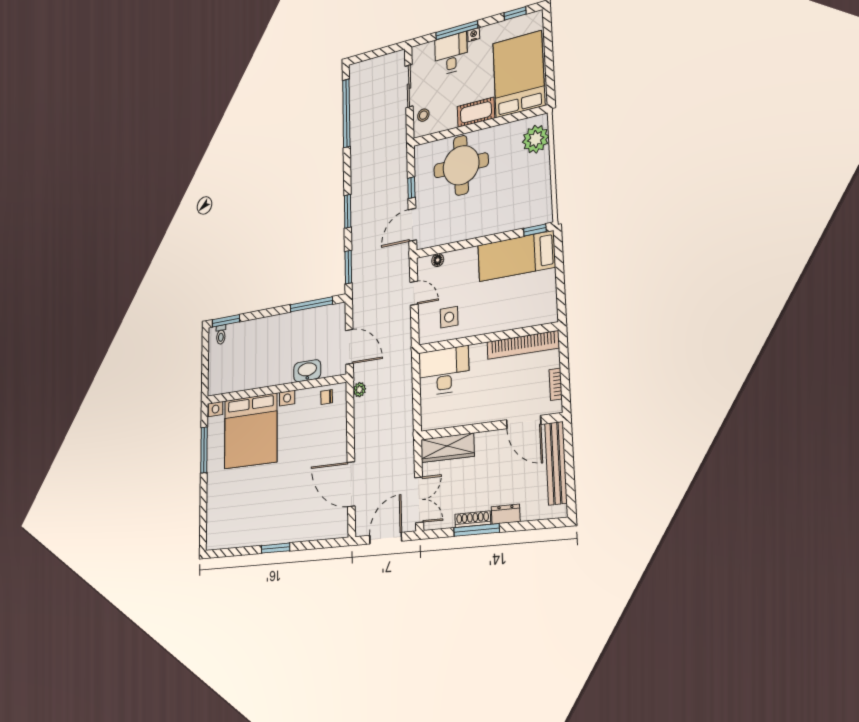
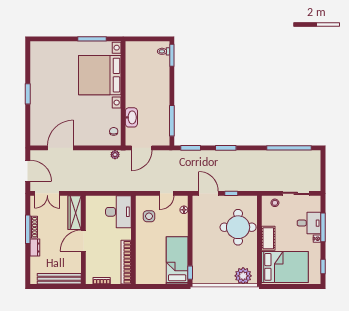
door: (524, 422) -> (83, 241), moved

